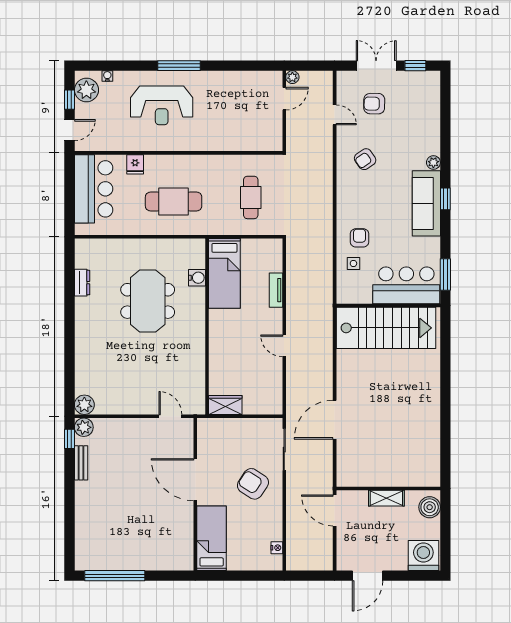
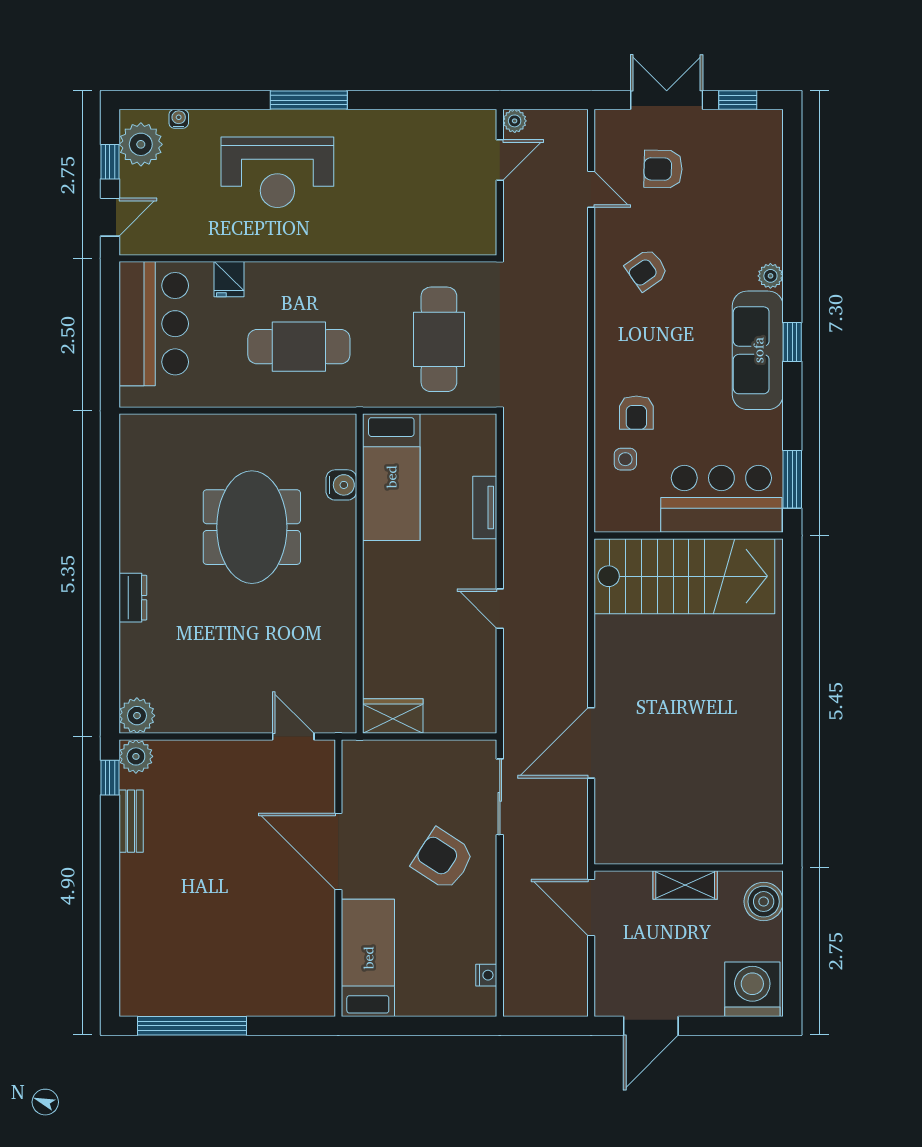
cafe table: (251, 197) -> (439, 339), width x1.37, depth x1.35
armchair: (359, 238) -> (636, 413), turned 180
dresser: (82, 283) -> (133, 598), moved

